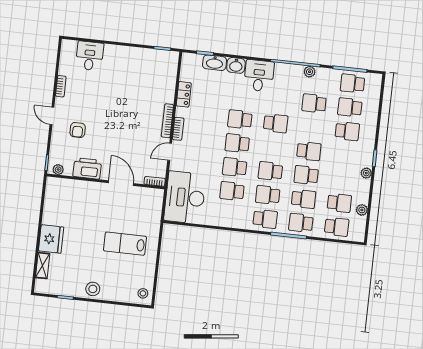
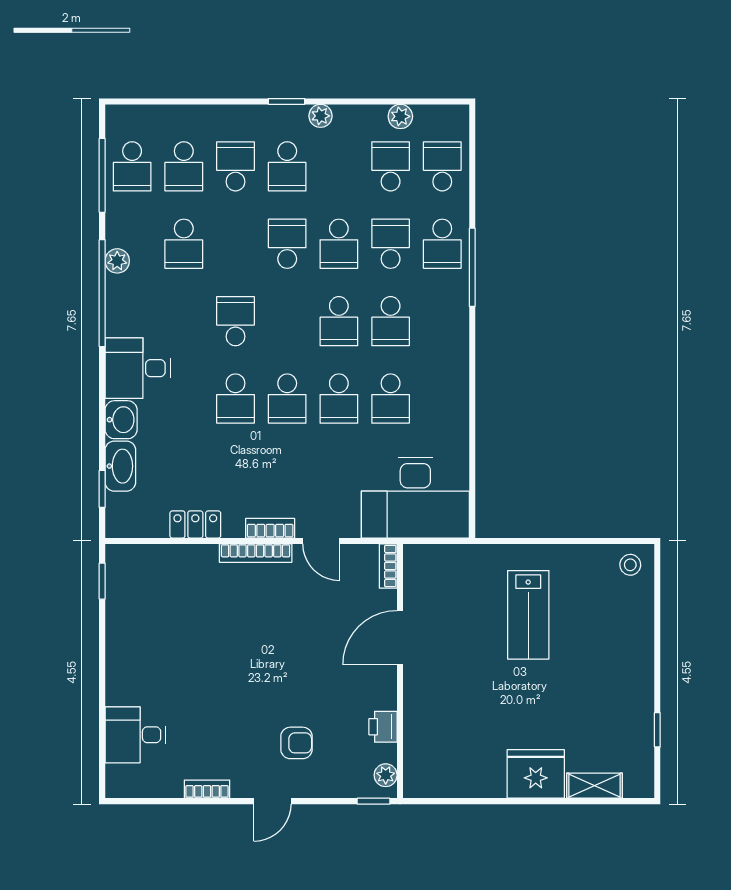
printer: (87, 168) -> (383, 727), width x0.53, depth x0.68
school desk: (265, 219) -> (287, 166), moved, turned 180
stool: (93, 289) -> (633, 673), removed

